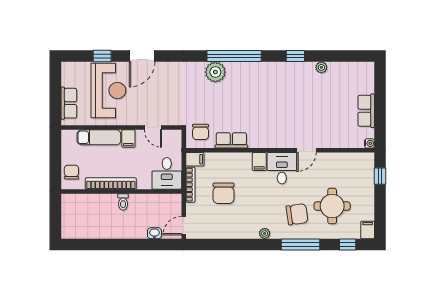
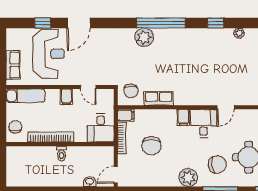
exam couch: (99, 137) -> (26, 96), moved
plant: (265, 233) -> (188, 178), width x1.87, depth x1.87

